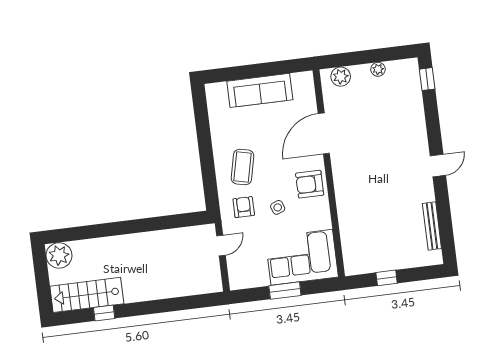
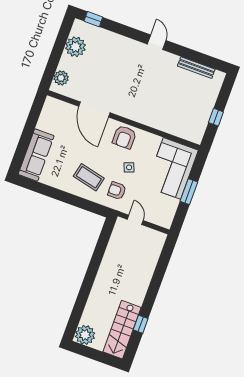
plant: (378, 69) -> (75, 47), width x1.88, depth x1.88
sofa: (260, 90) -> (36, 155), moved

